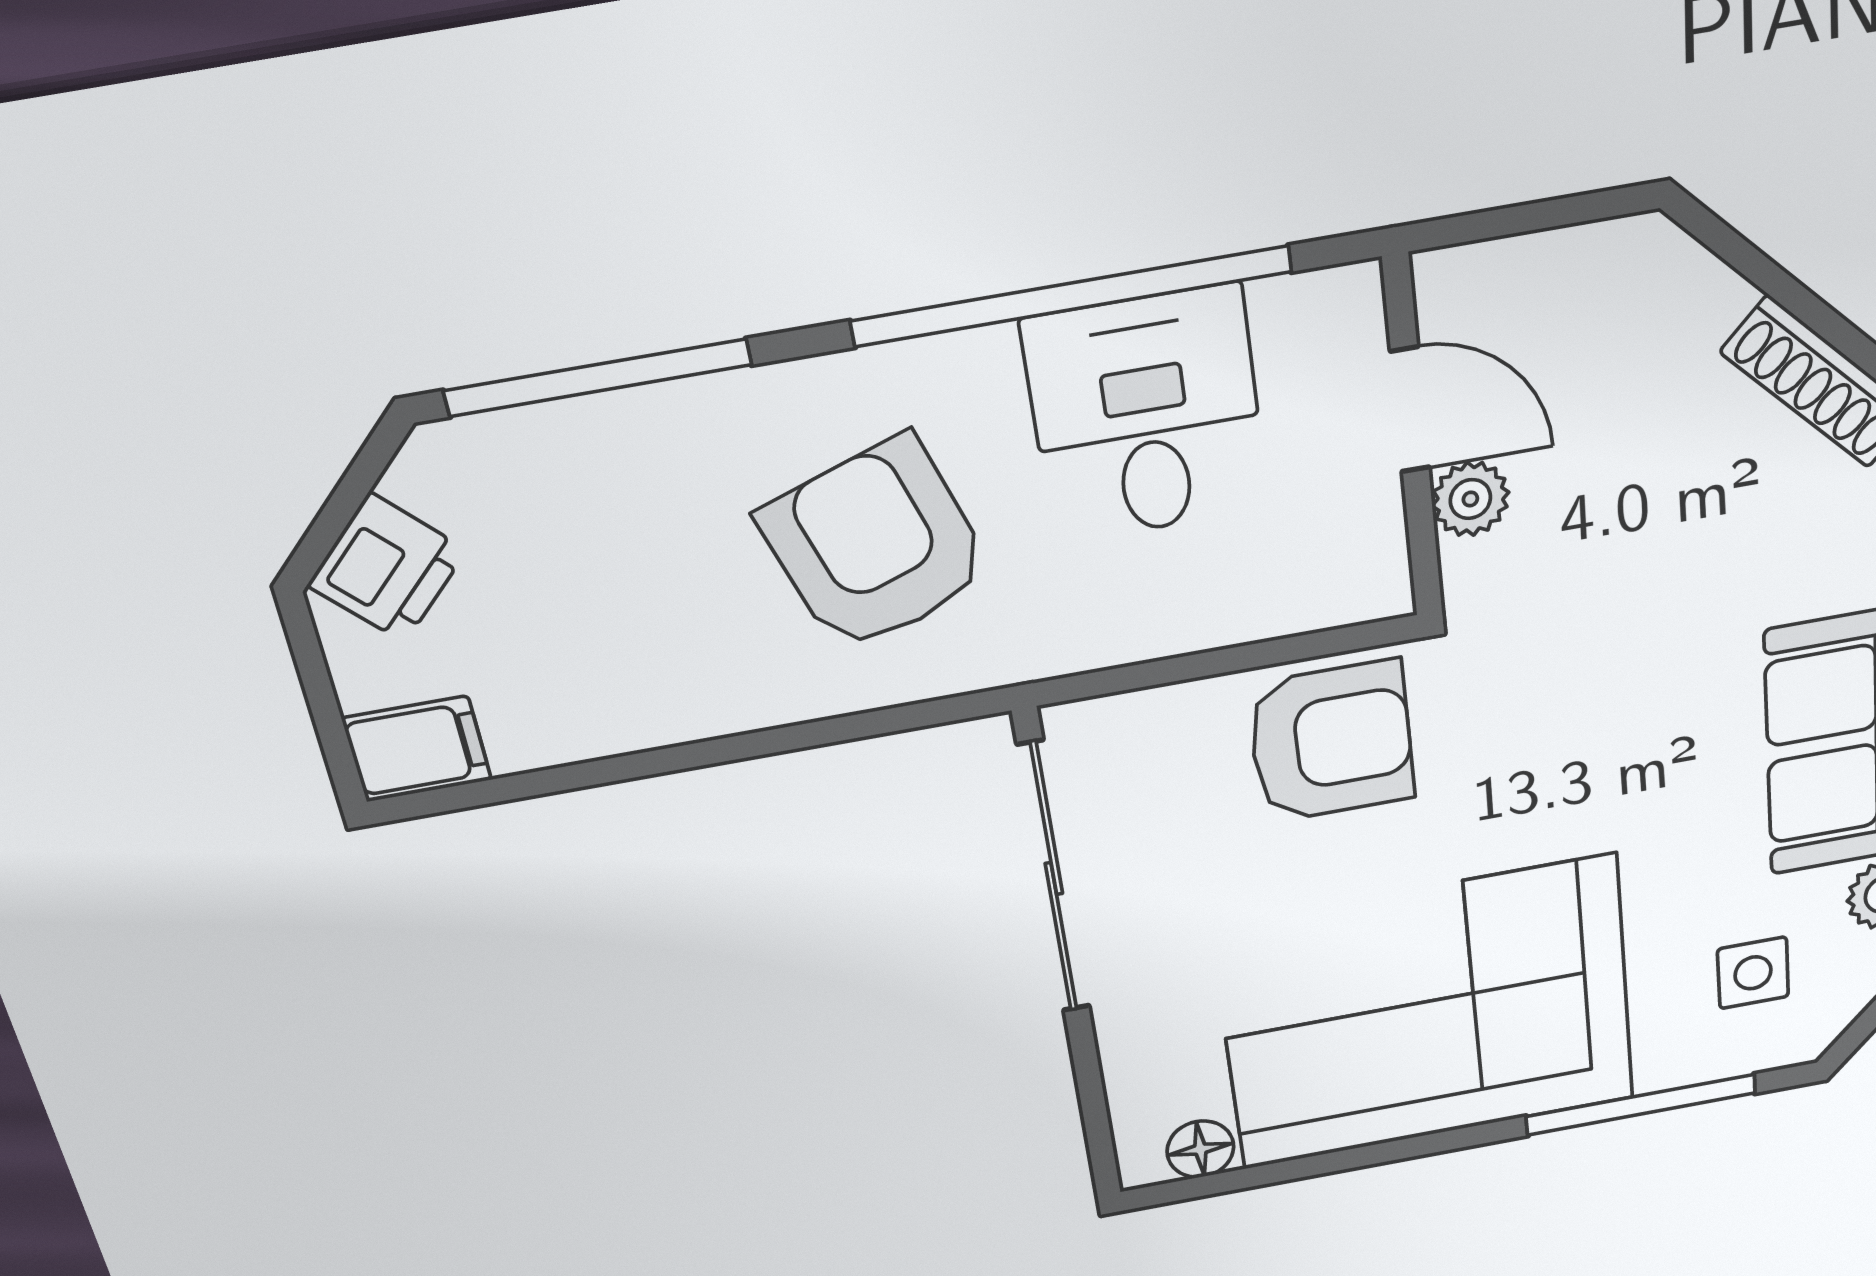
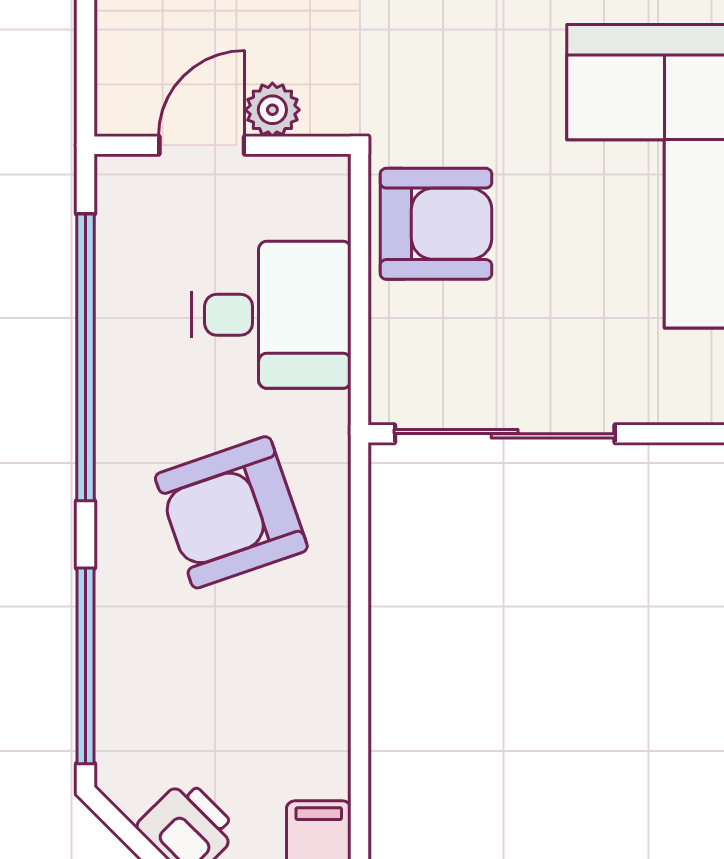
desk: (1146, 415) -> (271, 315), moved, turned 180
armchair: (1331, 742) -> (436, 224), turned 90

